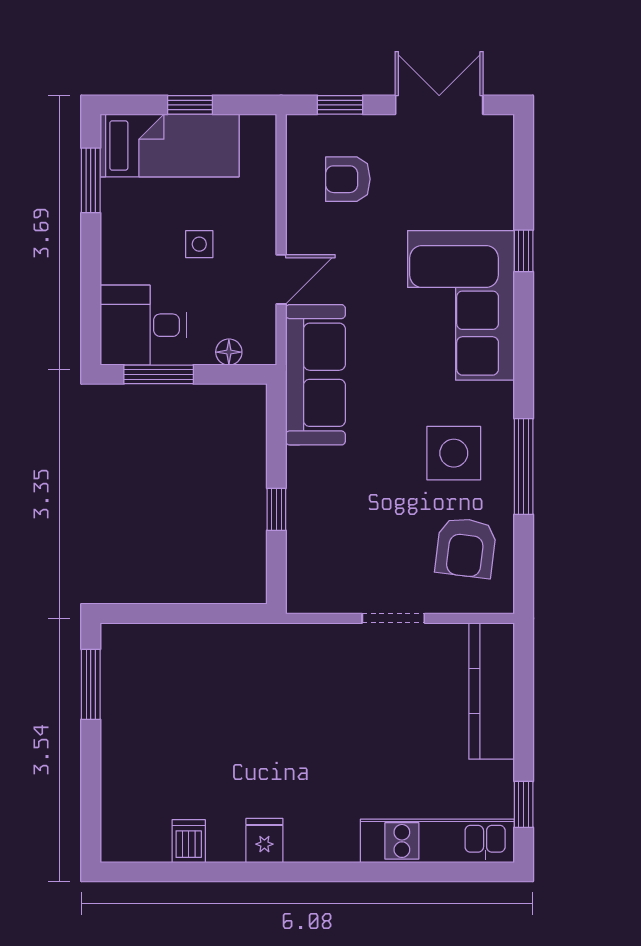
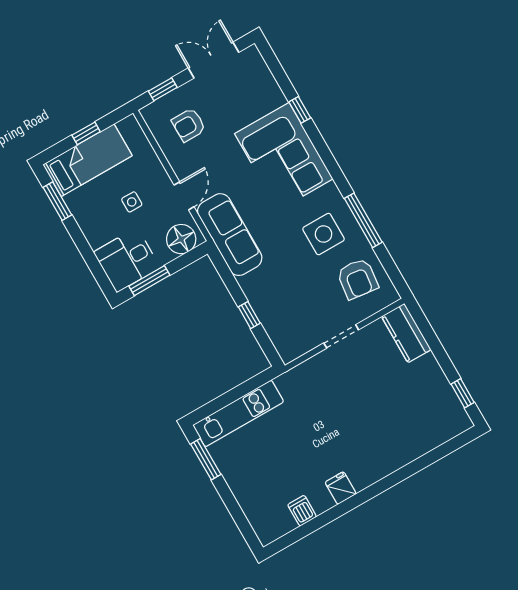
floor lamp: (229, 352) -> (181, 239), width x1.89, depth x1.89
kitchen counter: (492, 691) -> (406, 333), width x0.67
kitchen unit: (437, 841) -> (238, 413), moved, turned 180

